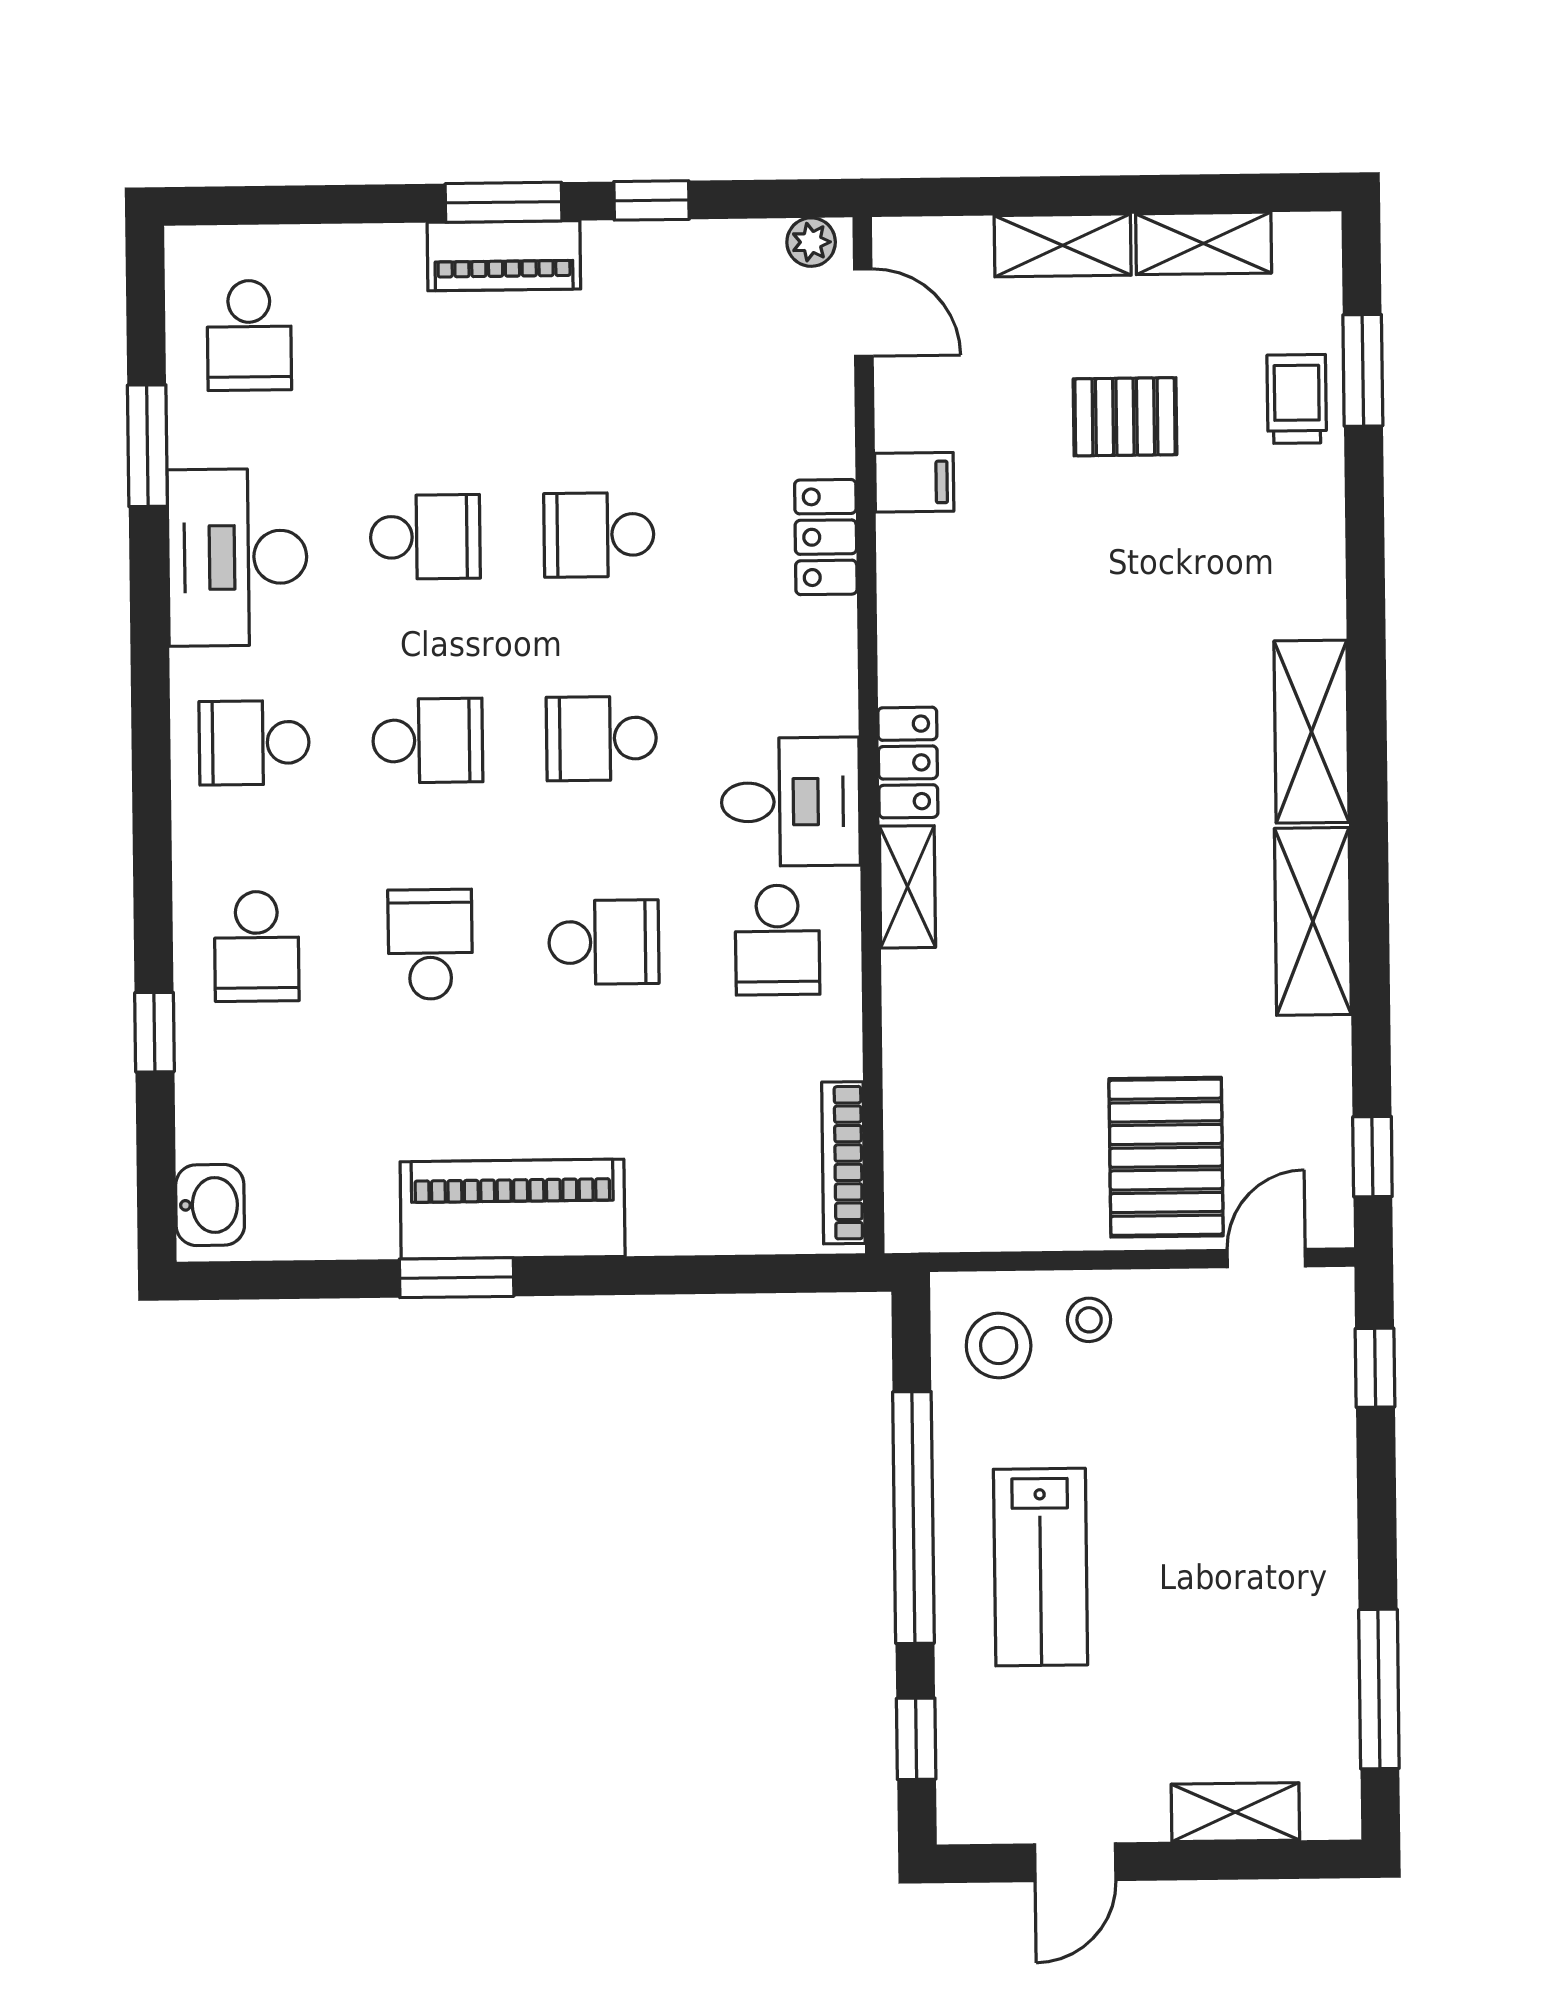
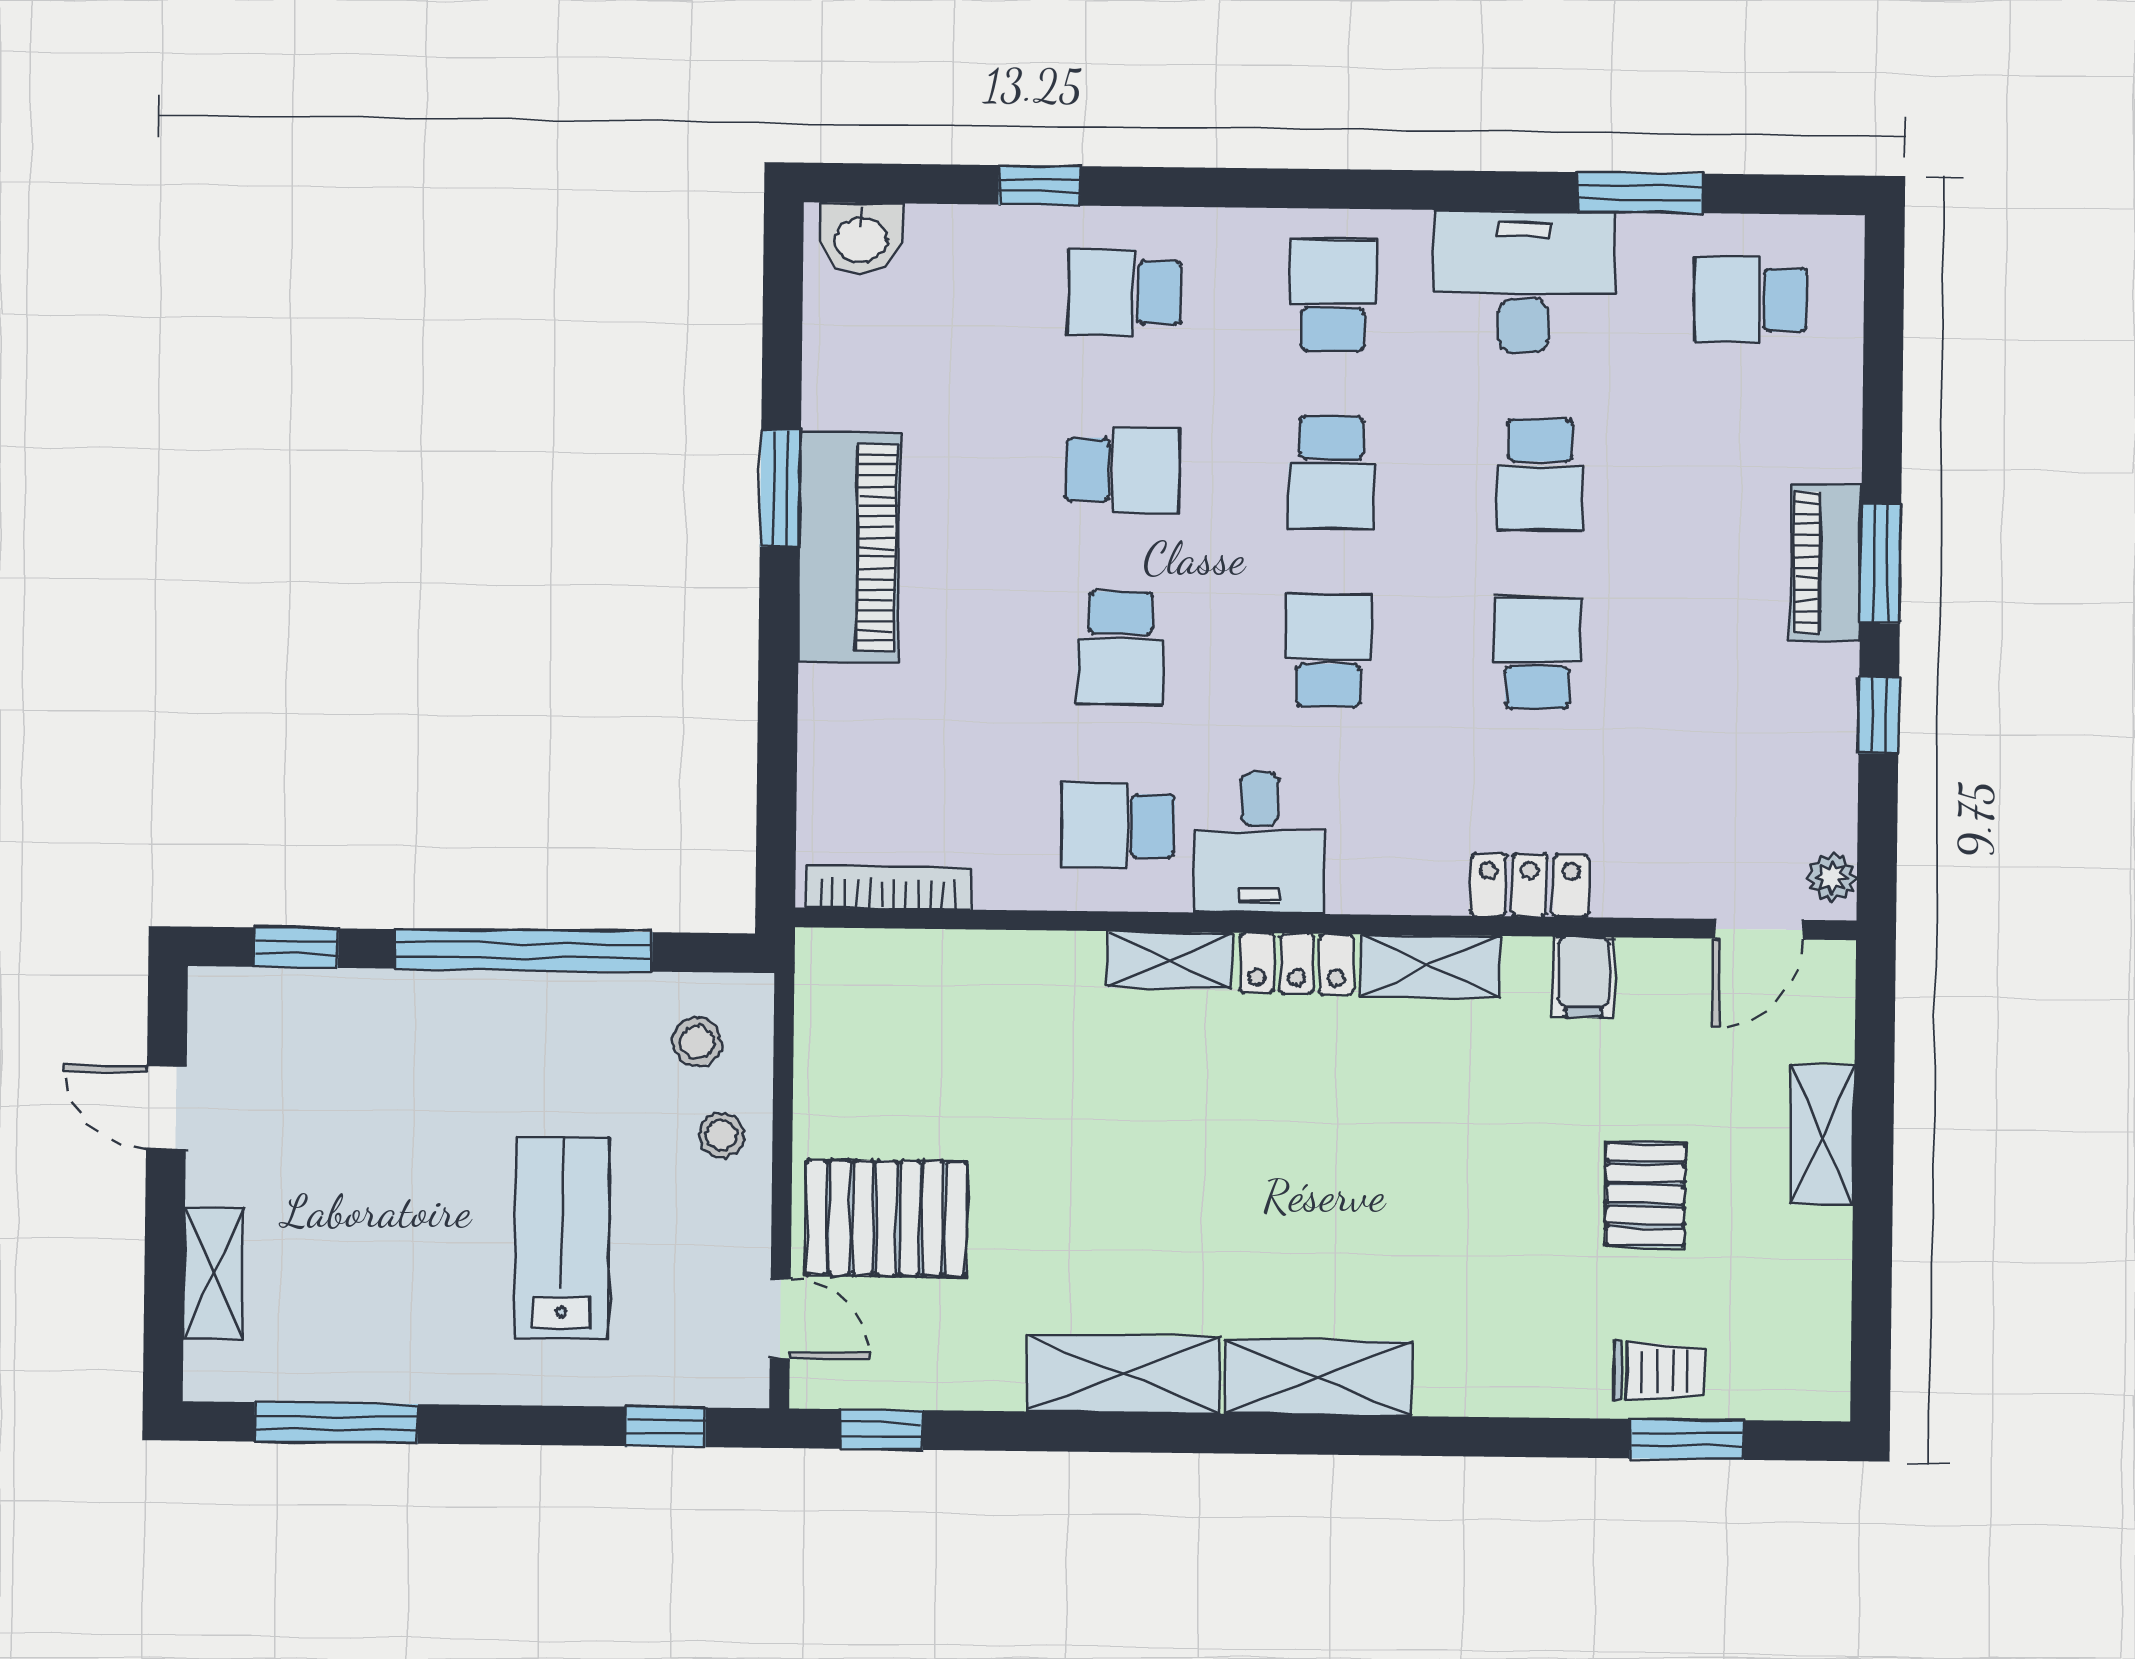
shelving: (1204, 243) -> (1431, 966), moved, turned 90
stool: (999, 1346) -> (697, 1042), width x0.73, depth x0.73
lab bench: (1041, 1567) -> (562, 1237), moved, turned 90

